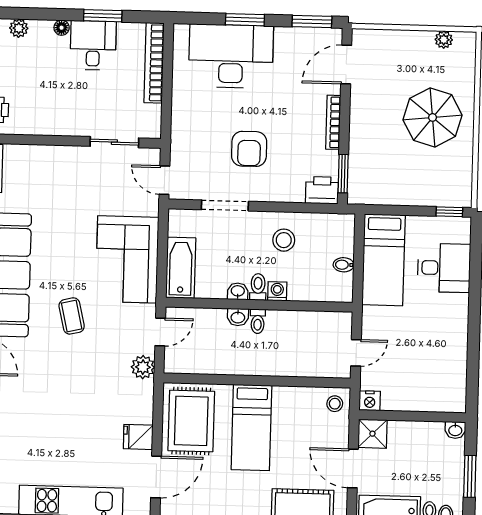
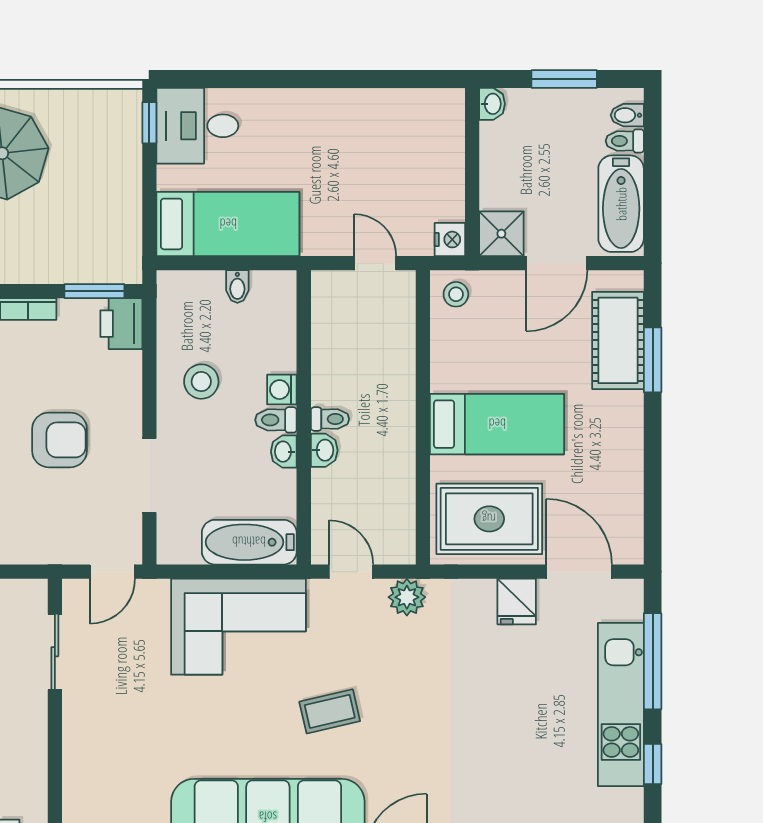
desk: (444, 268) -> (197, 126), moved, turned -90

